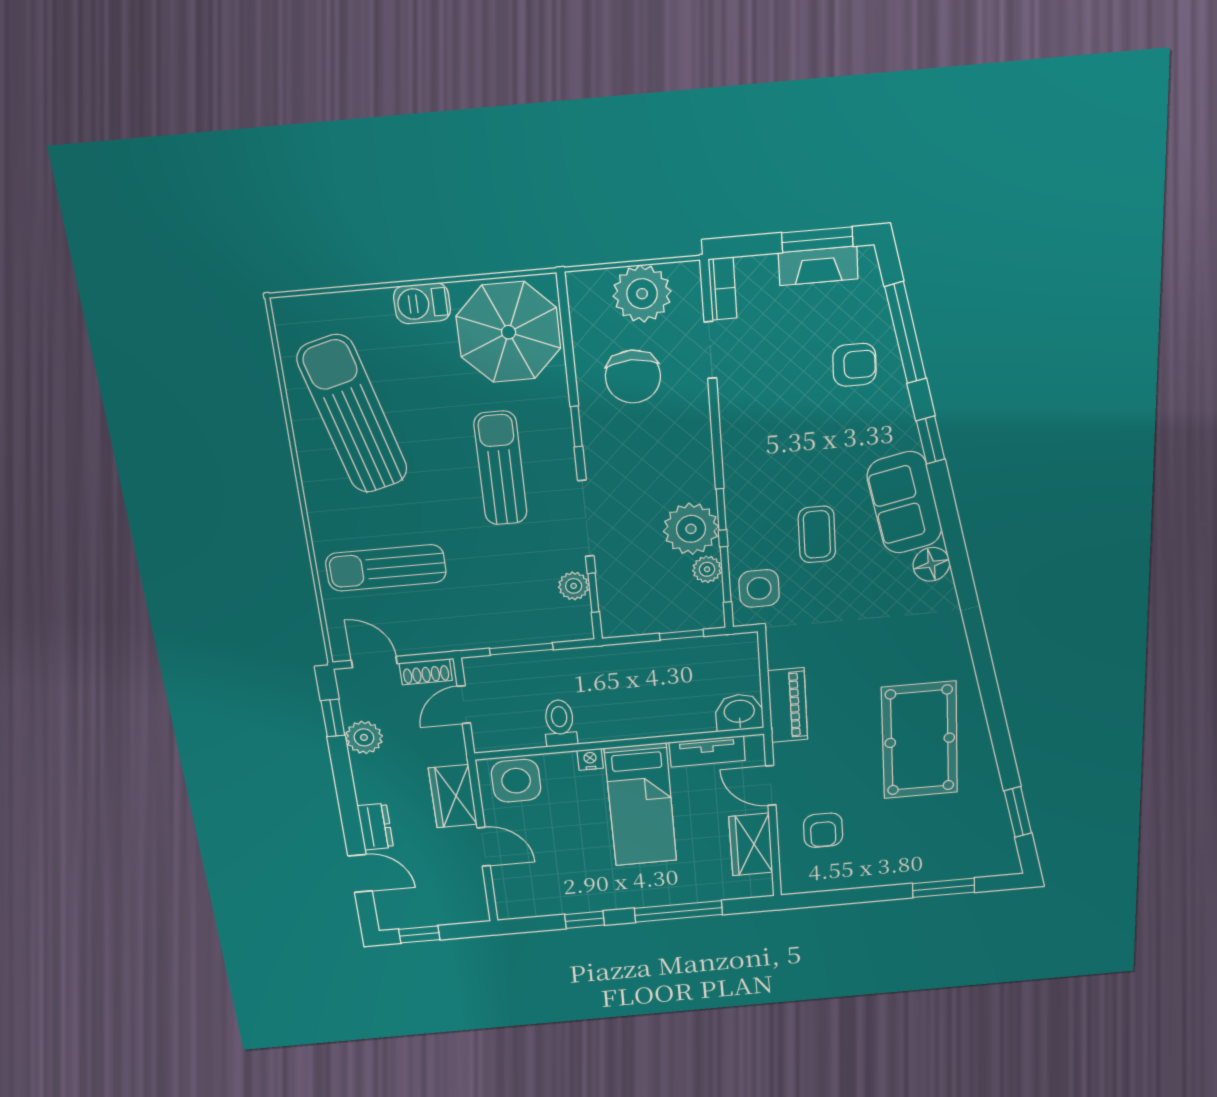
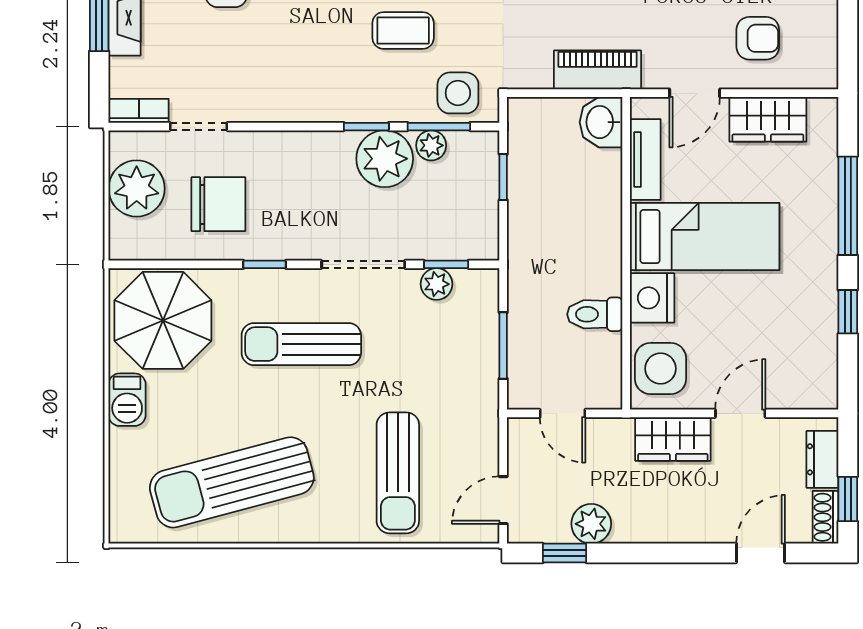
shoe rack: (426, 672) -> (826, 517), moved, turned 180
nightstand: (590, 759) -> (652, 298), width x1.89, depth x1.79
dresser: (375, 827) -> (822, 459), moved, turned -90

